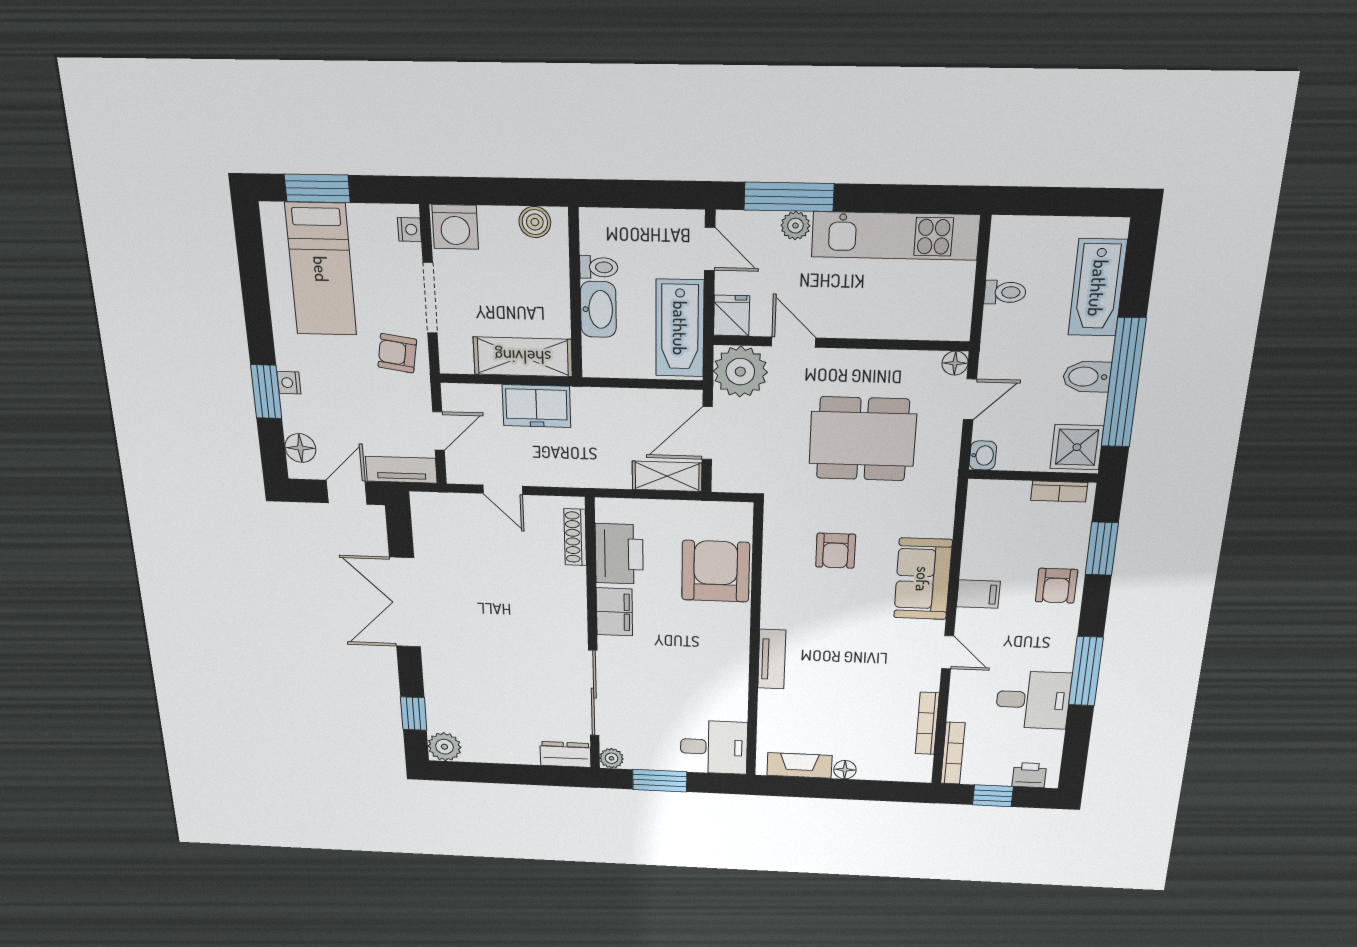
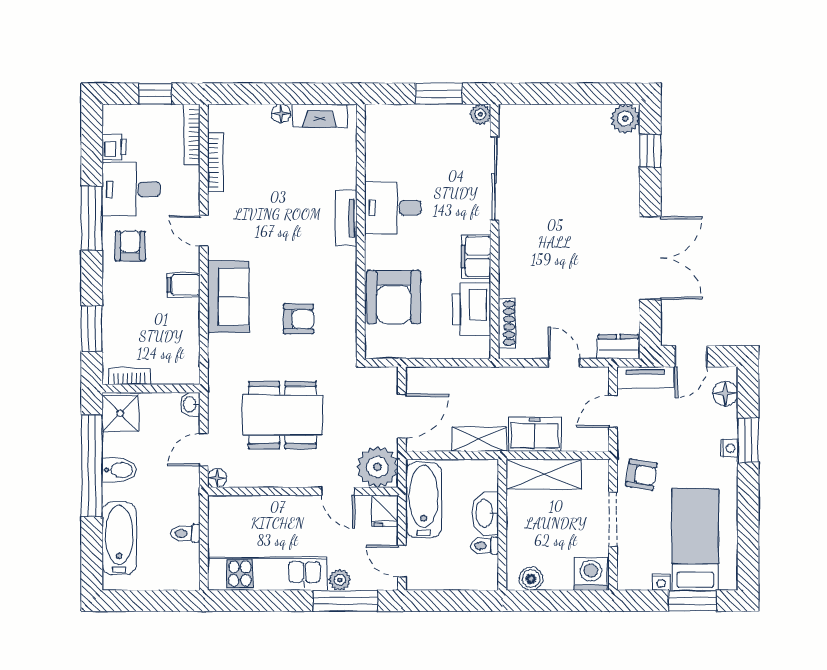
nightstand: (409, 230) -> (661, 582), moved, turned -90
shelving: (667, 476) -> (479, 439), moved
armchair: (836, 551) -> (299, 319), turned 90
armchair: (1056, 586) -> (130, 246), moved
desk: (714, 747) -> (393, 208), moved
dresser: (565, 754) -> (618, 347), moved, turned 180
printer: (1029, 775) -> (114, 147), moved, turned -90

